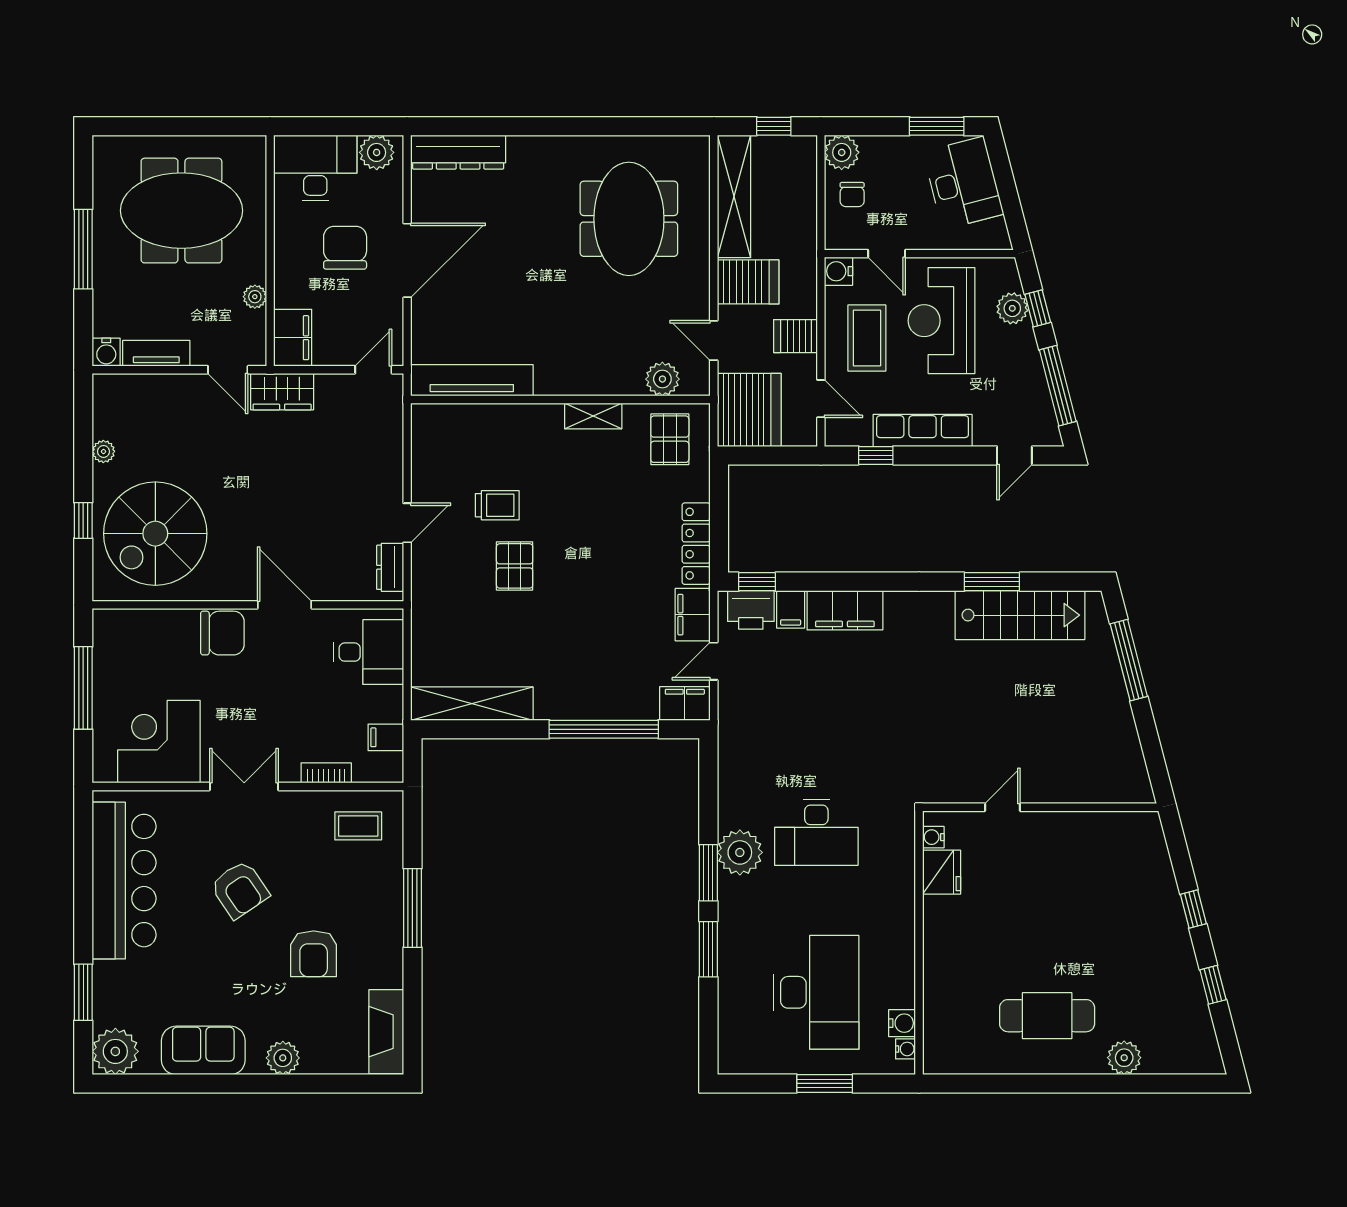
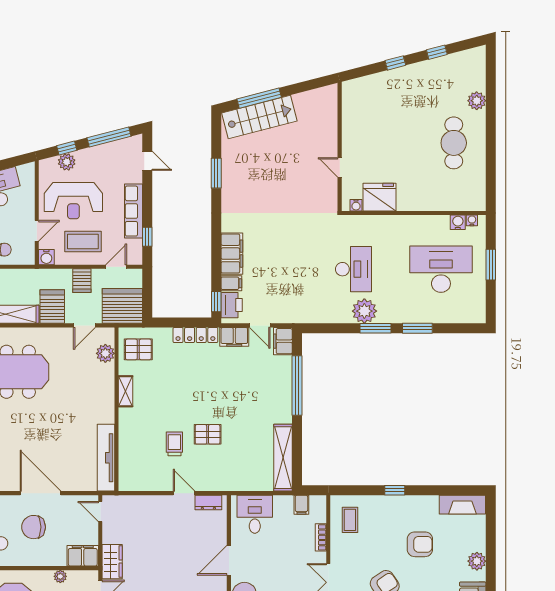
stairs: (1020, 615) -> (259, 117), moved, turned 75
fridge: (942, 872) -> (380, 197), width x1.36, depth x1.34
window: (412, 908) -> (395, 490), width x0.46

